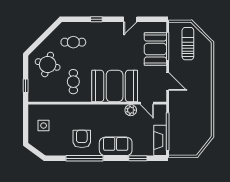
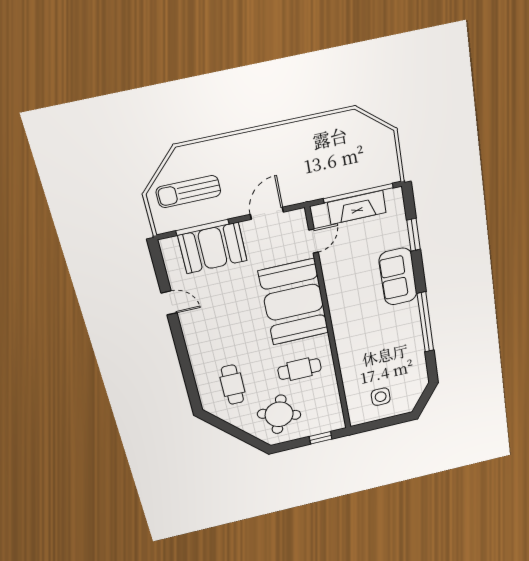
window: (96, 19) -> (184, 358), removed
plant: (131, 110) -> (331, 266), removed
armchair: (82, 139) -> (393, 334), removed
fireplace: (160, 140) -> (357, 207), moved

